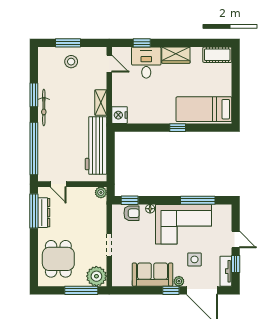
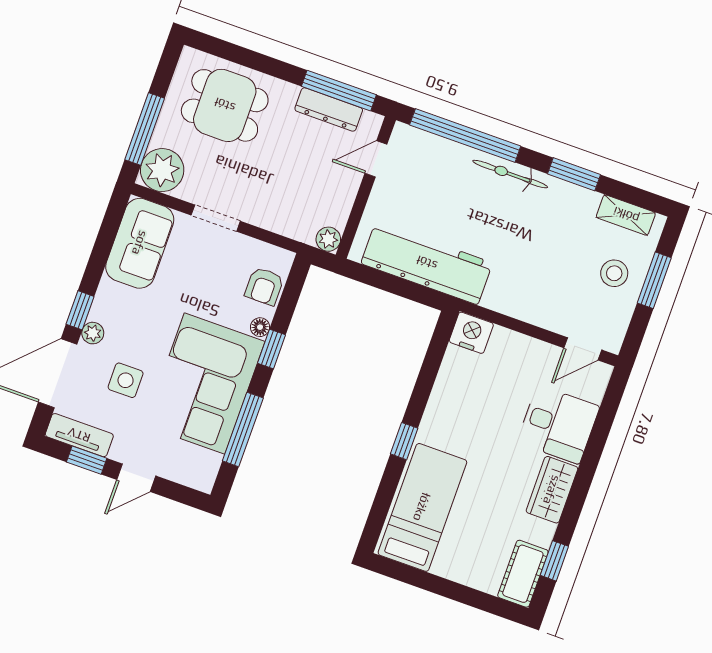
window: (142, 43) -> (554, 561), moved
shelving: (101, 103) -> (626, 215), moved
bicycle: (44, 107) -> (510, 174), moved
window: (130, 200) -> (271, 349), moved
sofa: (153, 275) -> (140, 243), moved

